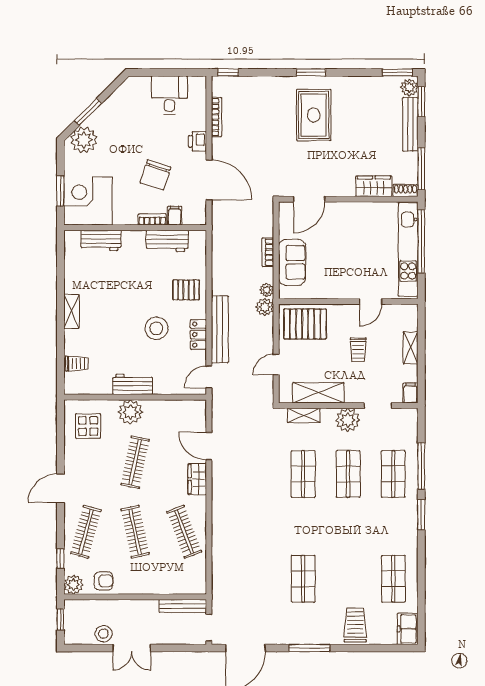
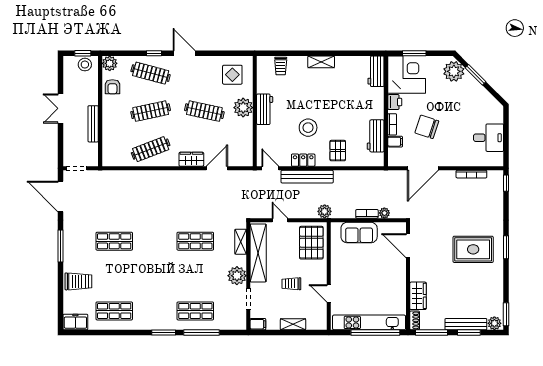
window: (421, 102) -> (469, 333), moved
printer: (197, 141) -> (395, 102), moved, turned 90
workbench: (101, 240) -> (376, 71), moved
plant: (267, 290) -> (384, 213), moved
shelving: (318, 393) -> (258, 253), width x1.47
shop shelf: (348, 474) -> (195, 276), removed
window: (60, 559) -> (154, 53), moved
bench: (183, 606) -> (93, 124), moved
stool: (103, 634) -> (85, 65), moved

